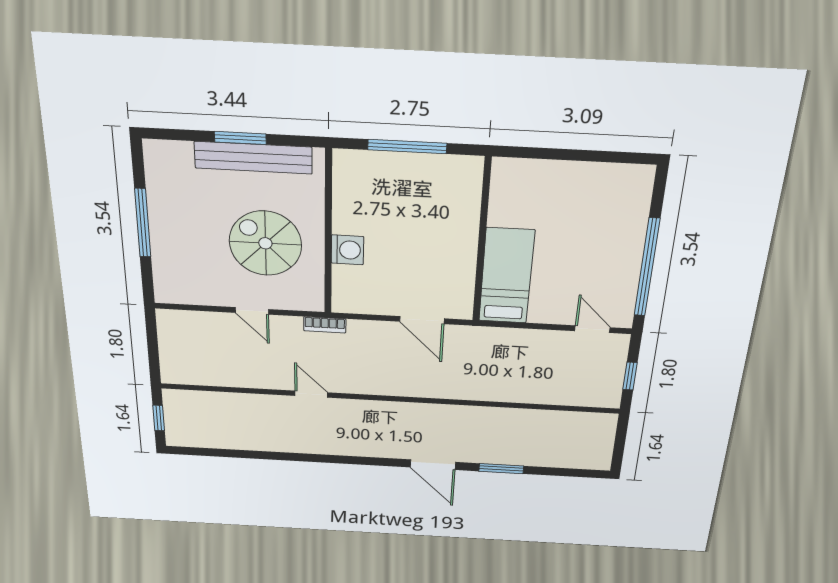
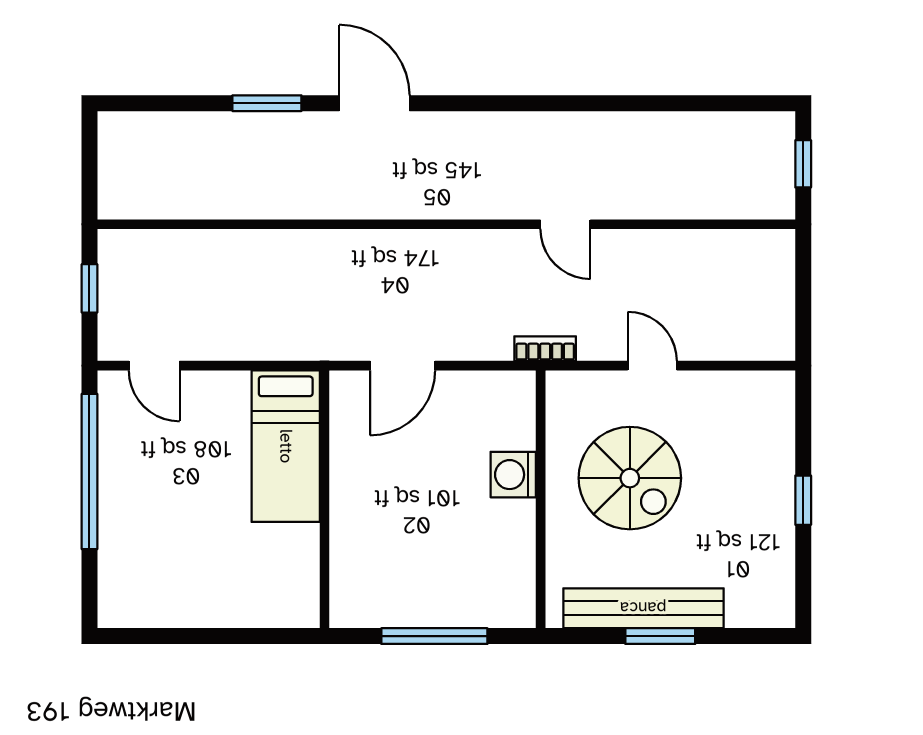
window: (143, 223) -> (803, 500), width x0.46
door: (422, 320) -> (403, 366), swing flipped

